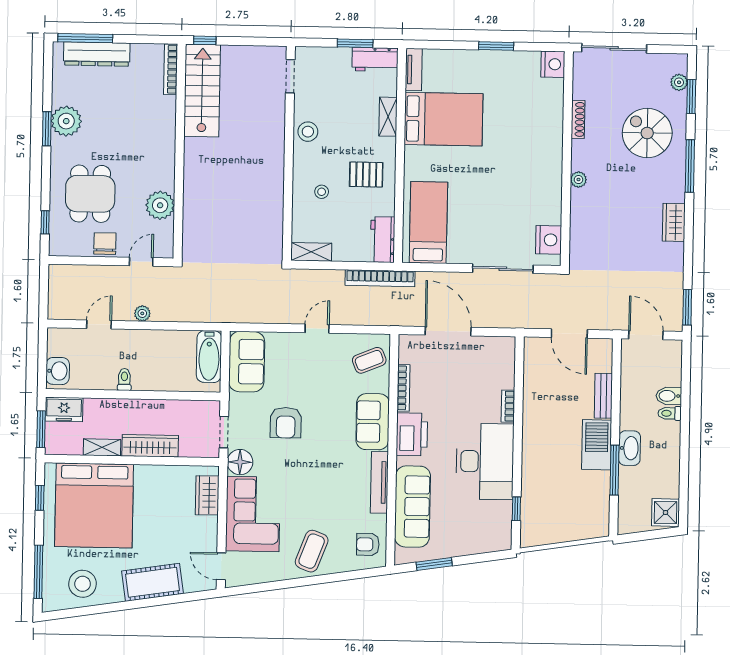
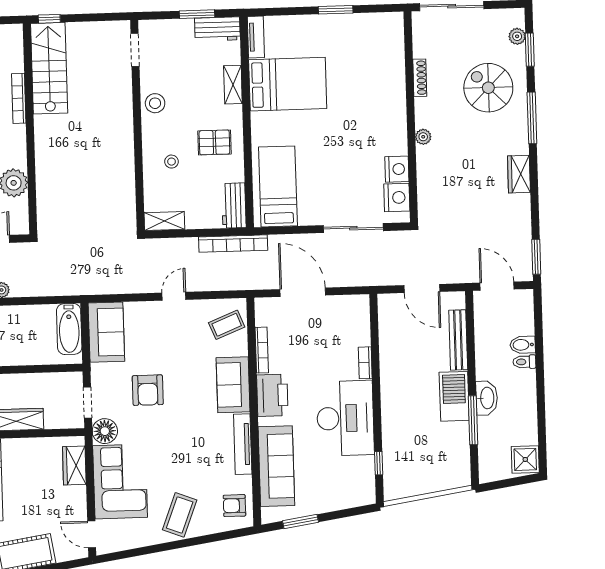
nightstand: (553, 64) -> (397, 169), moved
bookcase: (171, 69) -> (19, 98), moved
bench: (603, 396) -> (458, 340), width x1.36

